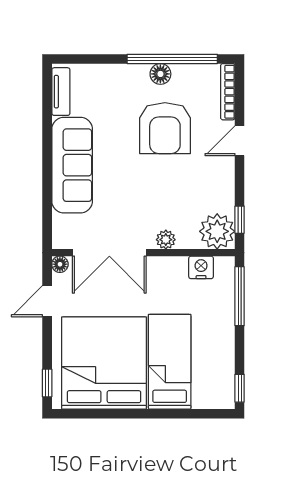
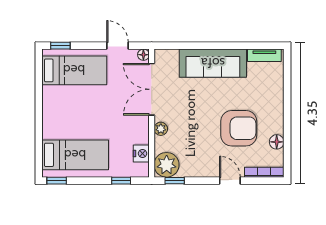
window: (172, 59) -> (287, 133), removed
floor lamp: (160, 74) -> (277, 142), moved
armchair: (165, 128) -> (239, 128), turned 180
window: (240, 296) -> (121, 181), width x0.46
bed: (170, 362) -> (75, 155), moved
bed: (104, 363) -> (74, 70), width x0.49

